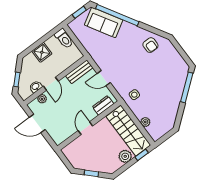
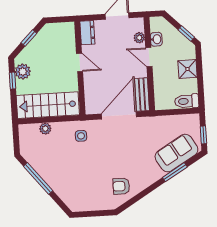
window: (117, 15) -> (175, 172), width x0.47
door: (104, 78) -> (119, 115), width x1.87
window: (17, 80) -> (186, 33), moved
window: (187, 87) -> (38, 178), moved
dresser: (103, 105) -> (87, 33), moved
window: (142, 155) -> (12, 81), moved
plant: (125, 156) -> (23, 72), moved

